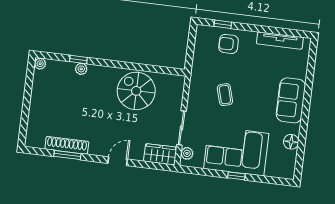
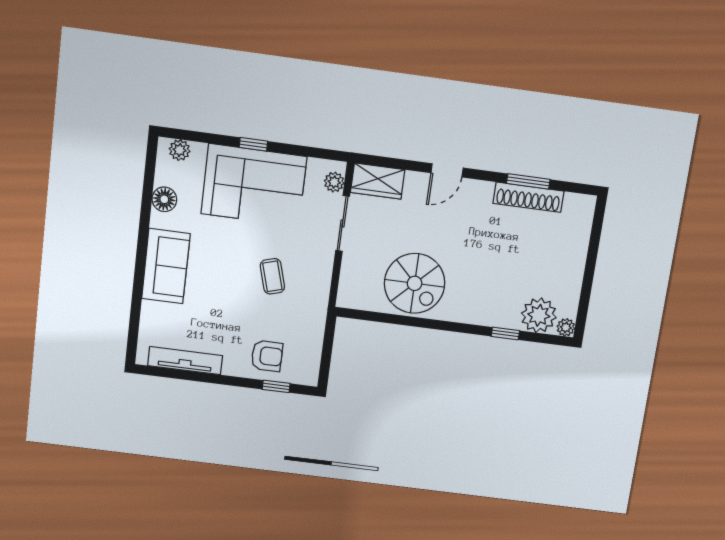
plant: (81, 69) -> (539, 315), moved, width x1.88, depth x1.88
plant: (281, 172) -> (180, 150), added

